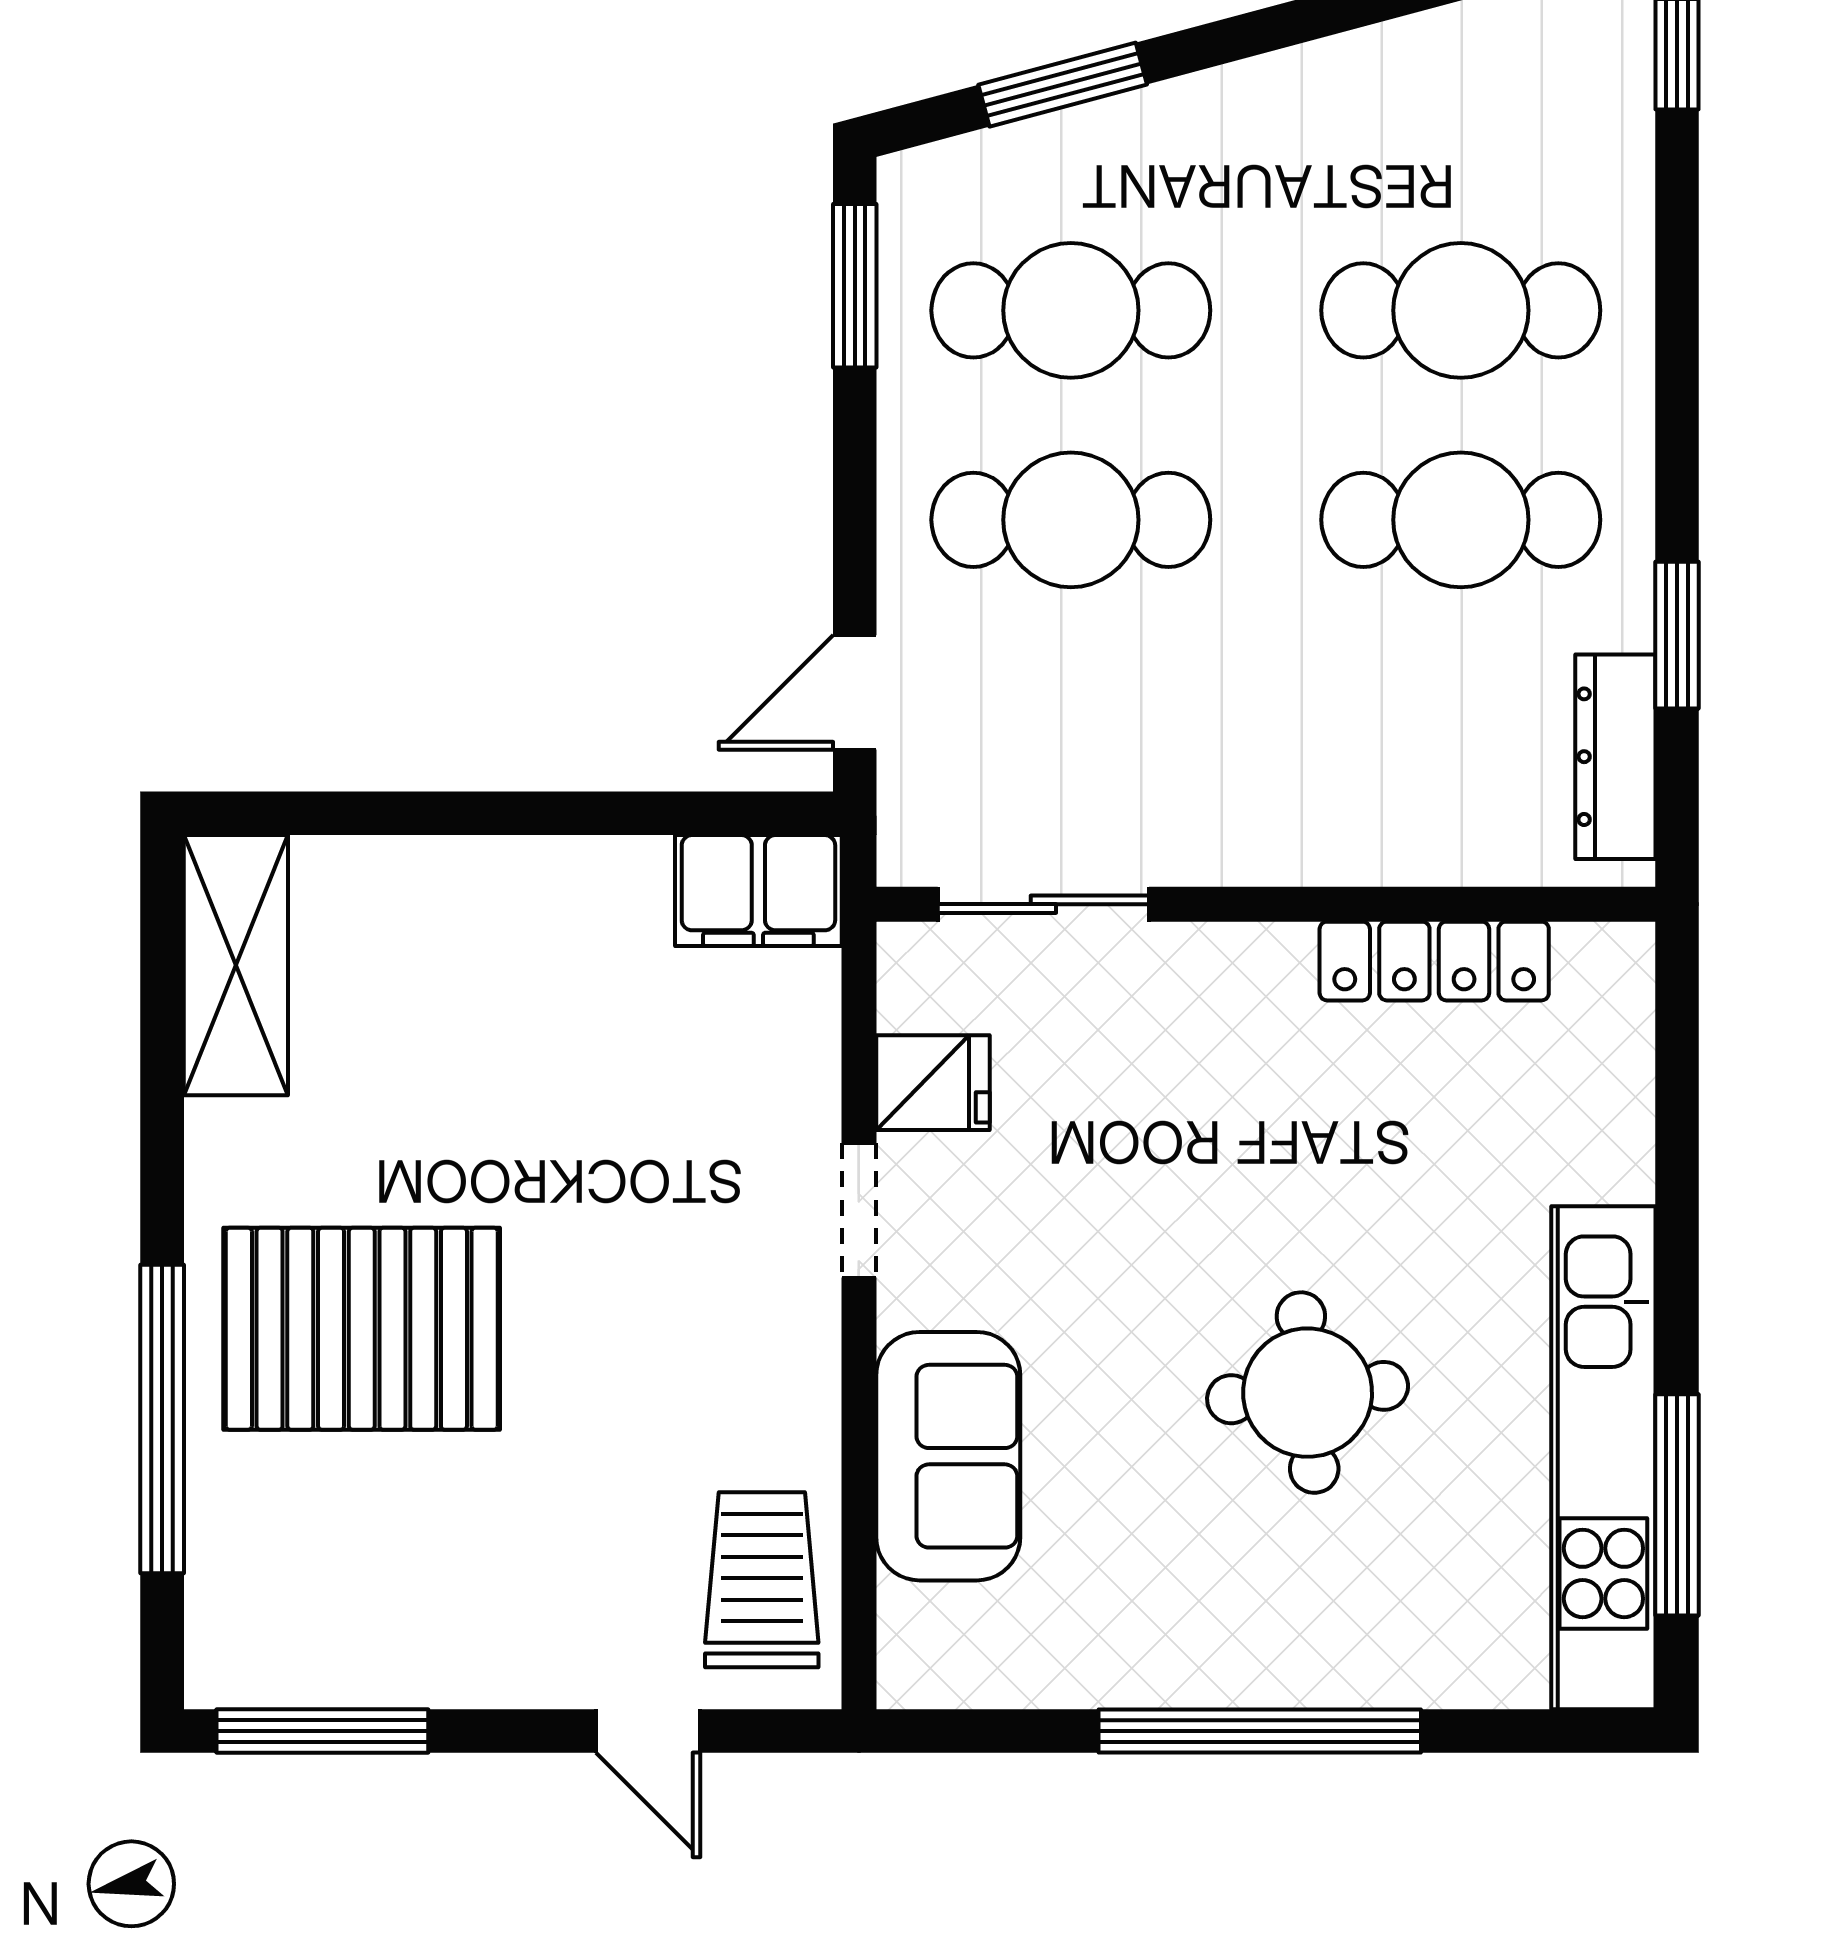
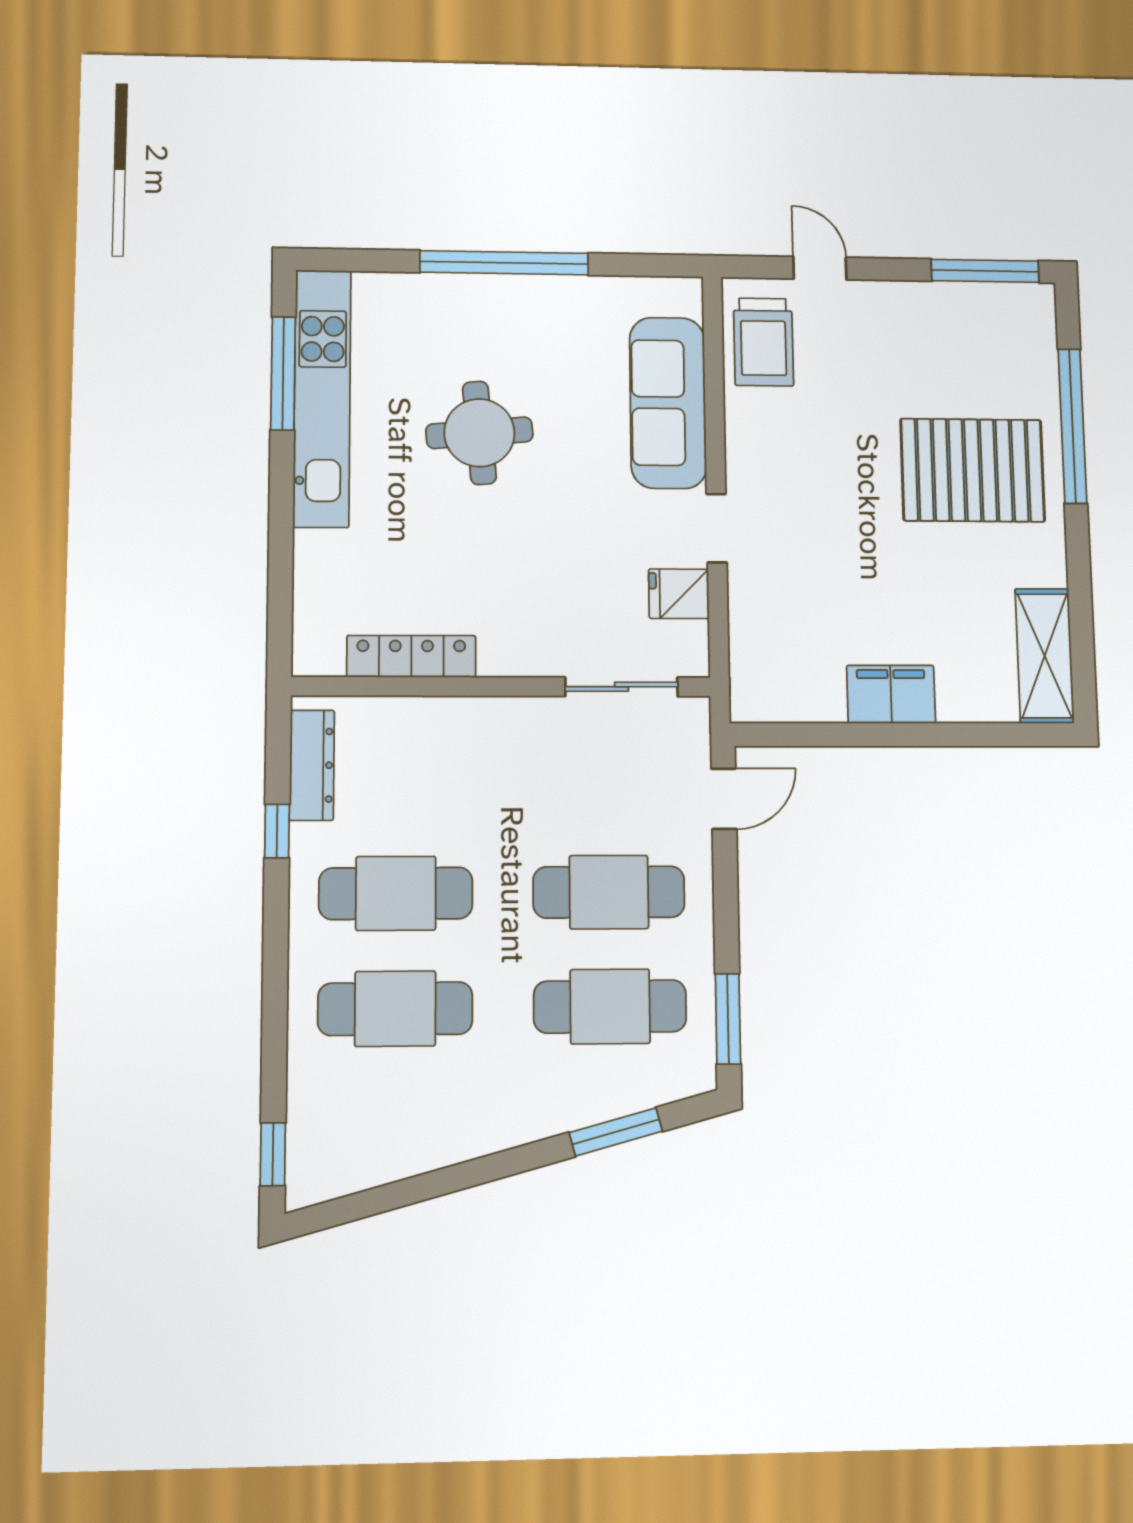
window: (1677, 635) -> (277, 831), width x0.67
filing cabinet: (758, 891) -> (891, 694), moved
sofa: (948, 1456) -> (668, 403), width x1.36

